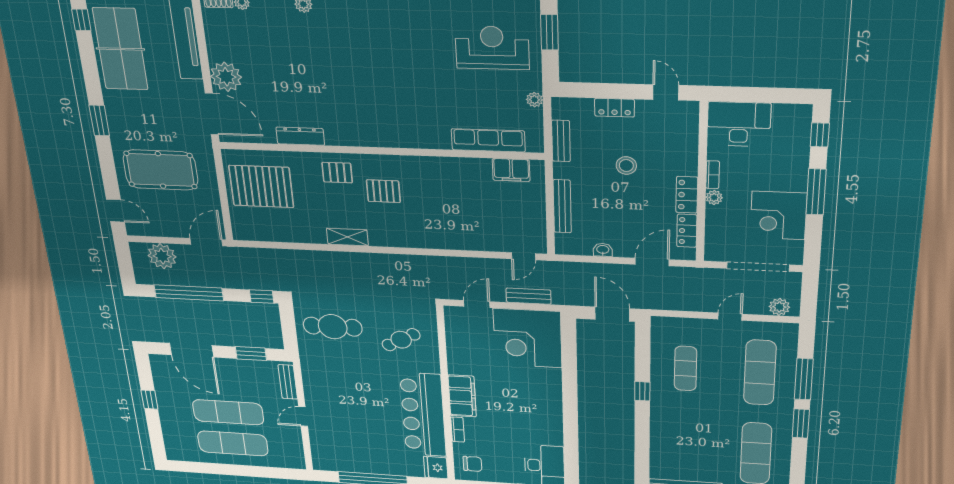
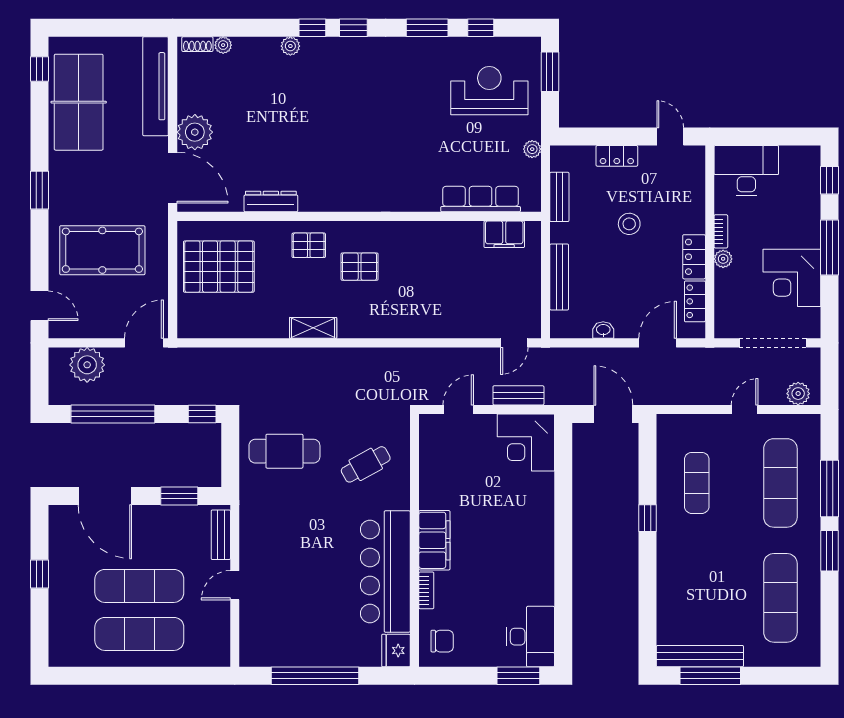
corner desk: (528, 338) -> (526, 442), width x0.74, depth x0.74

